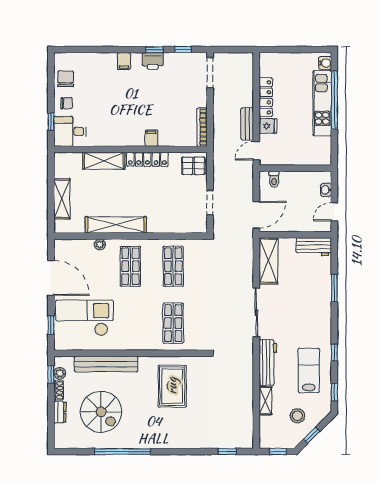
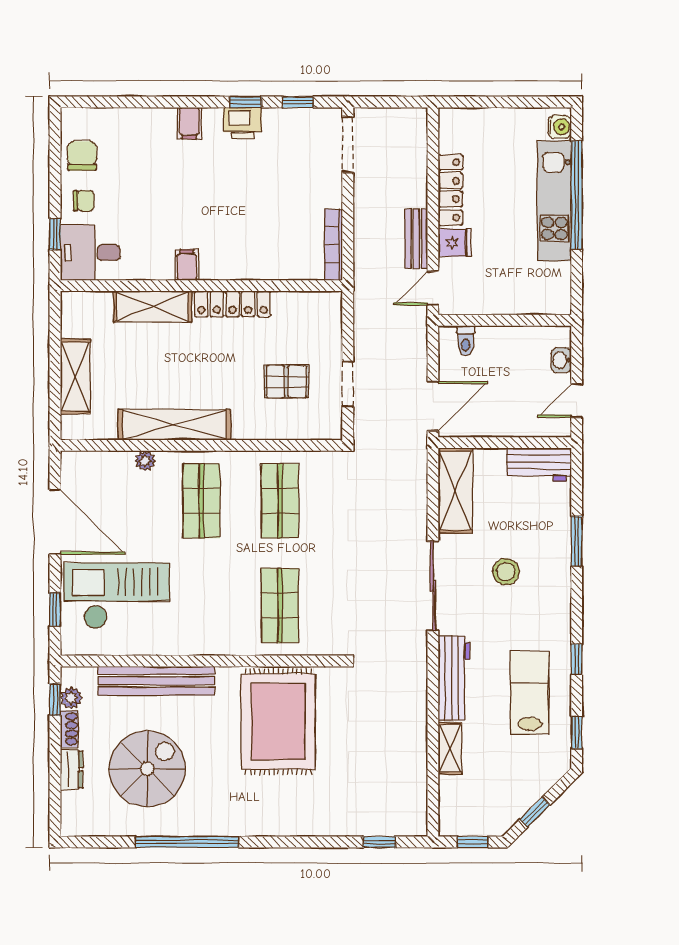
filing cabinet: (152, 138) -> (187, 265), moved
pallet: (193, 166) -> (286, 381), moved
rug: (172, 386) -> (278, 722), width x1.37, depth x1.44
spiral stairs: (101, 412) -> (147, 769), turned -90
stool: (297, 416) -> (506, 572), moved

